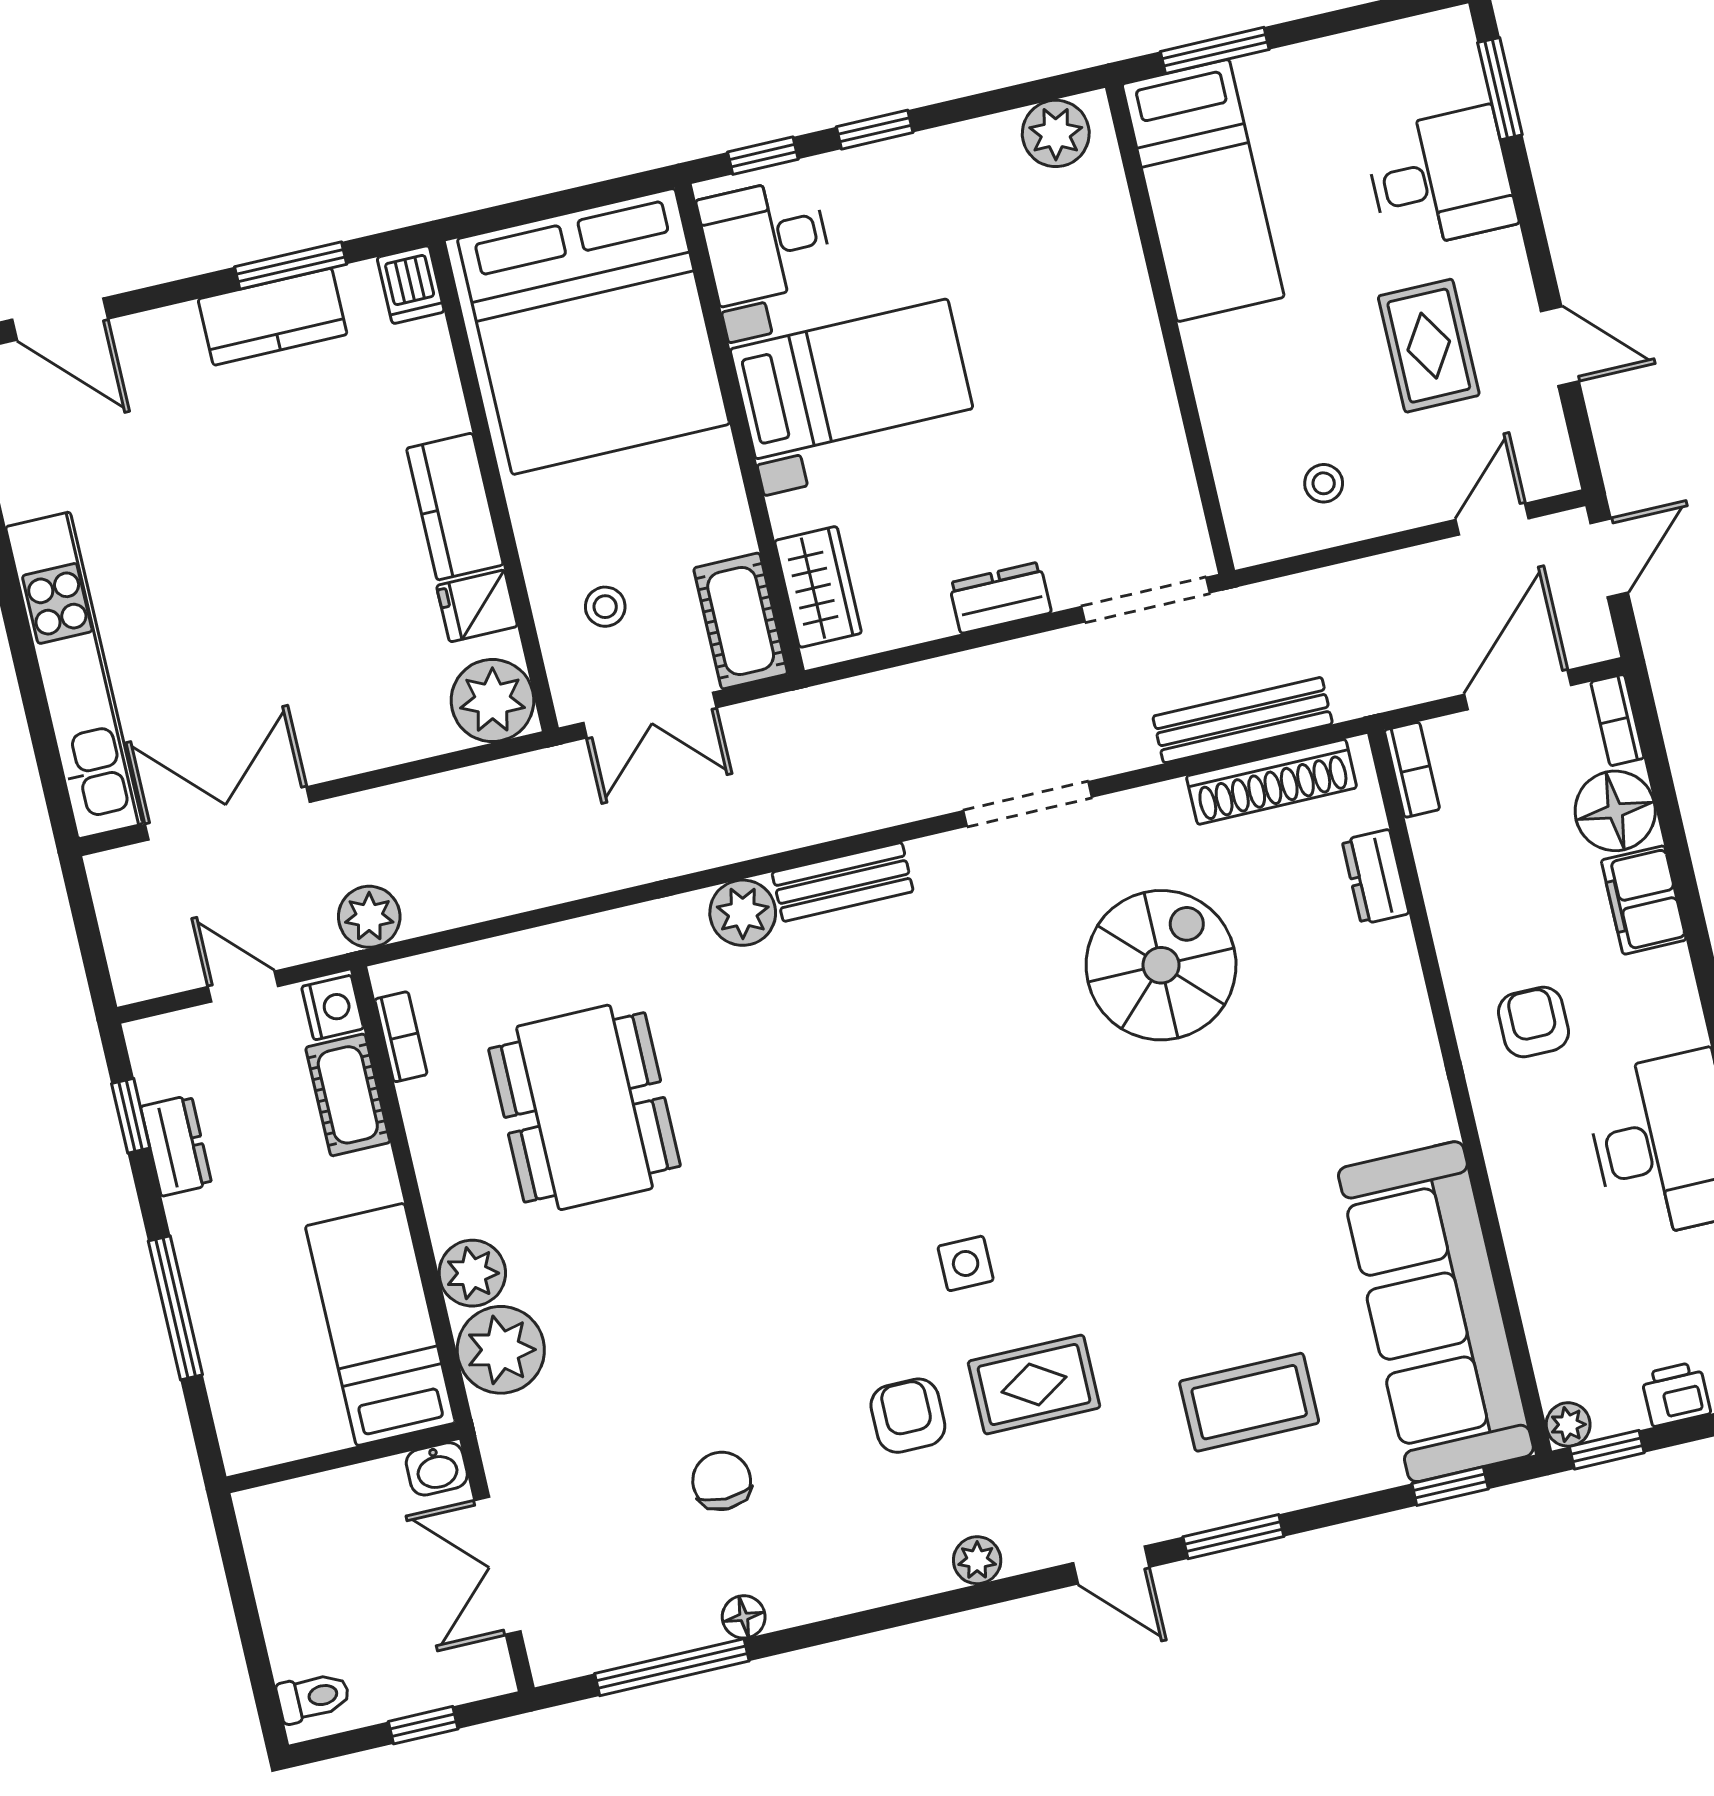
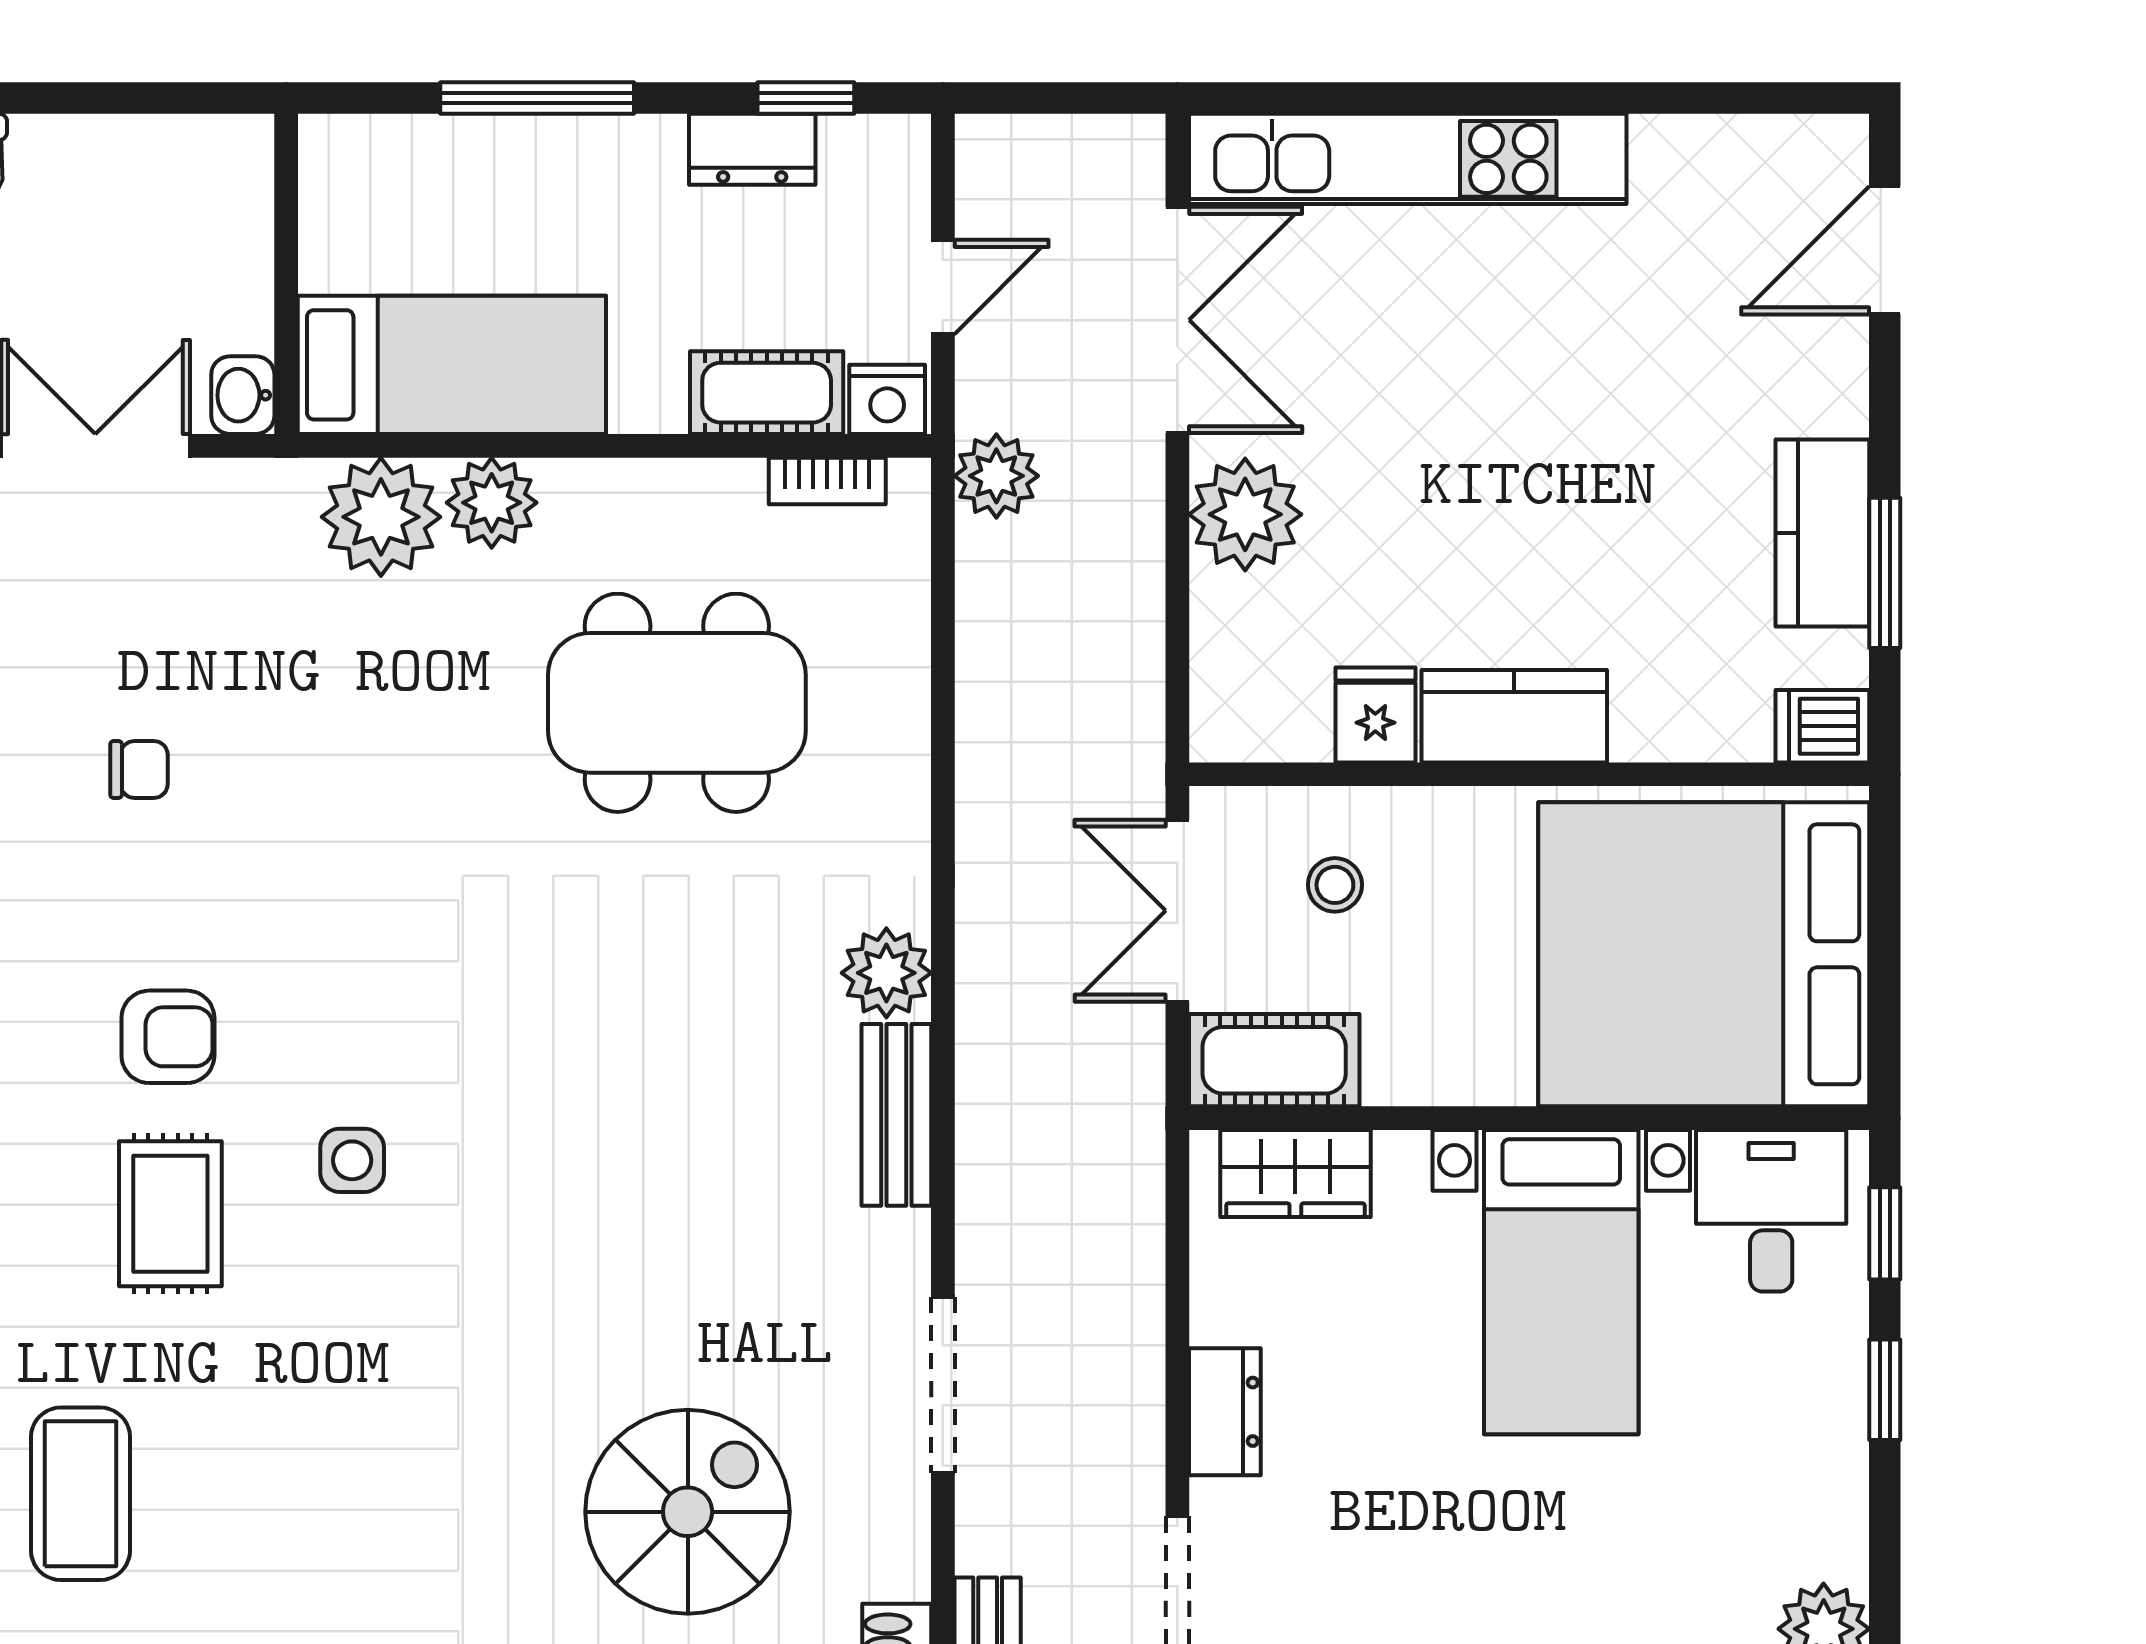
plant: (492, 701) -> (1245, 514), moved
spiral stairs: (1161, 965) -> (688, 1512), turned -90
chair: (722, 1481) -> (139, 769), width x0.73, depth x0.73

